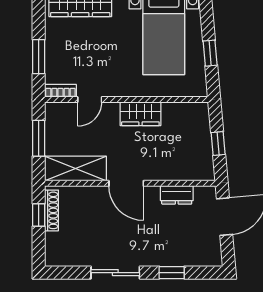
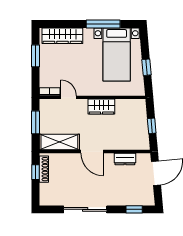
window: (39, 57) -> (36, 56), moved
door: (90, 100) -> (69, 97), swing flipped
sliding door: (115, 273) -> (85, 209), width x1.37
window: (172, 273) -> (134, 209), moved

